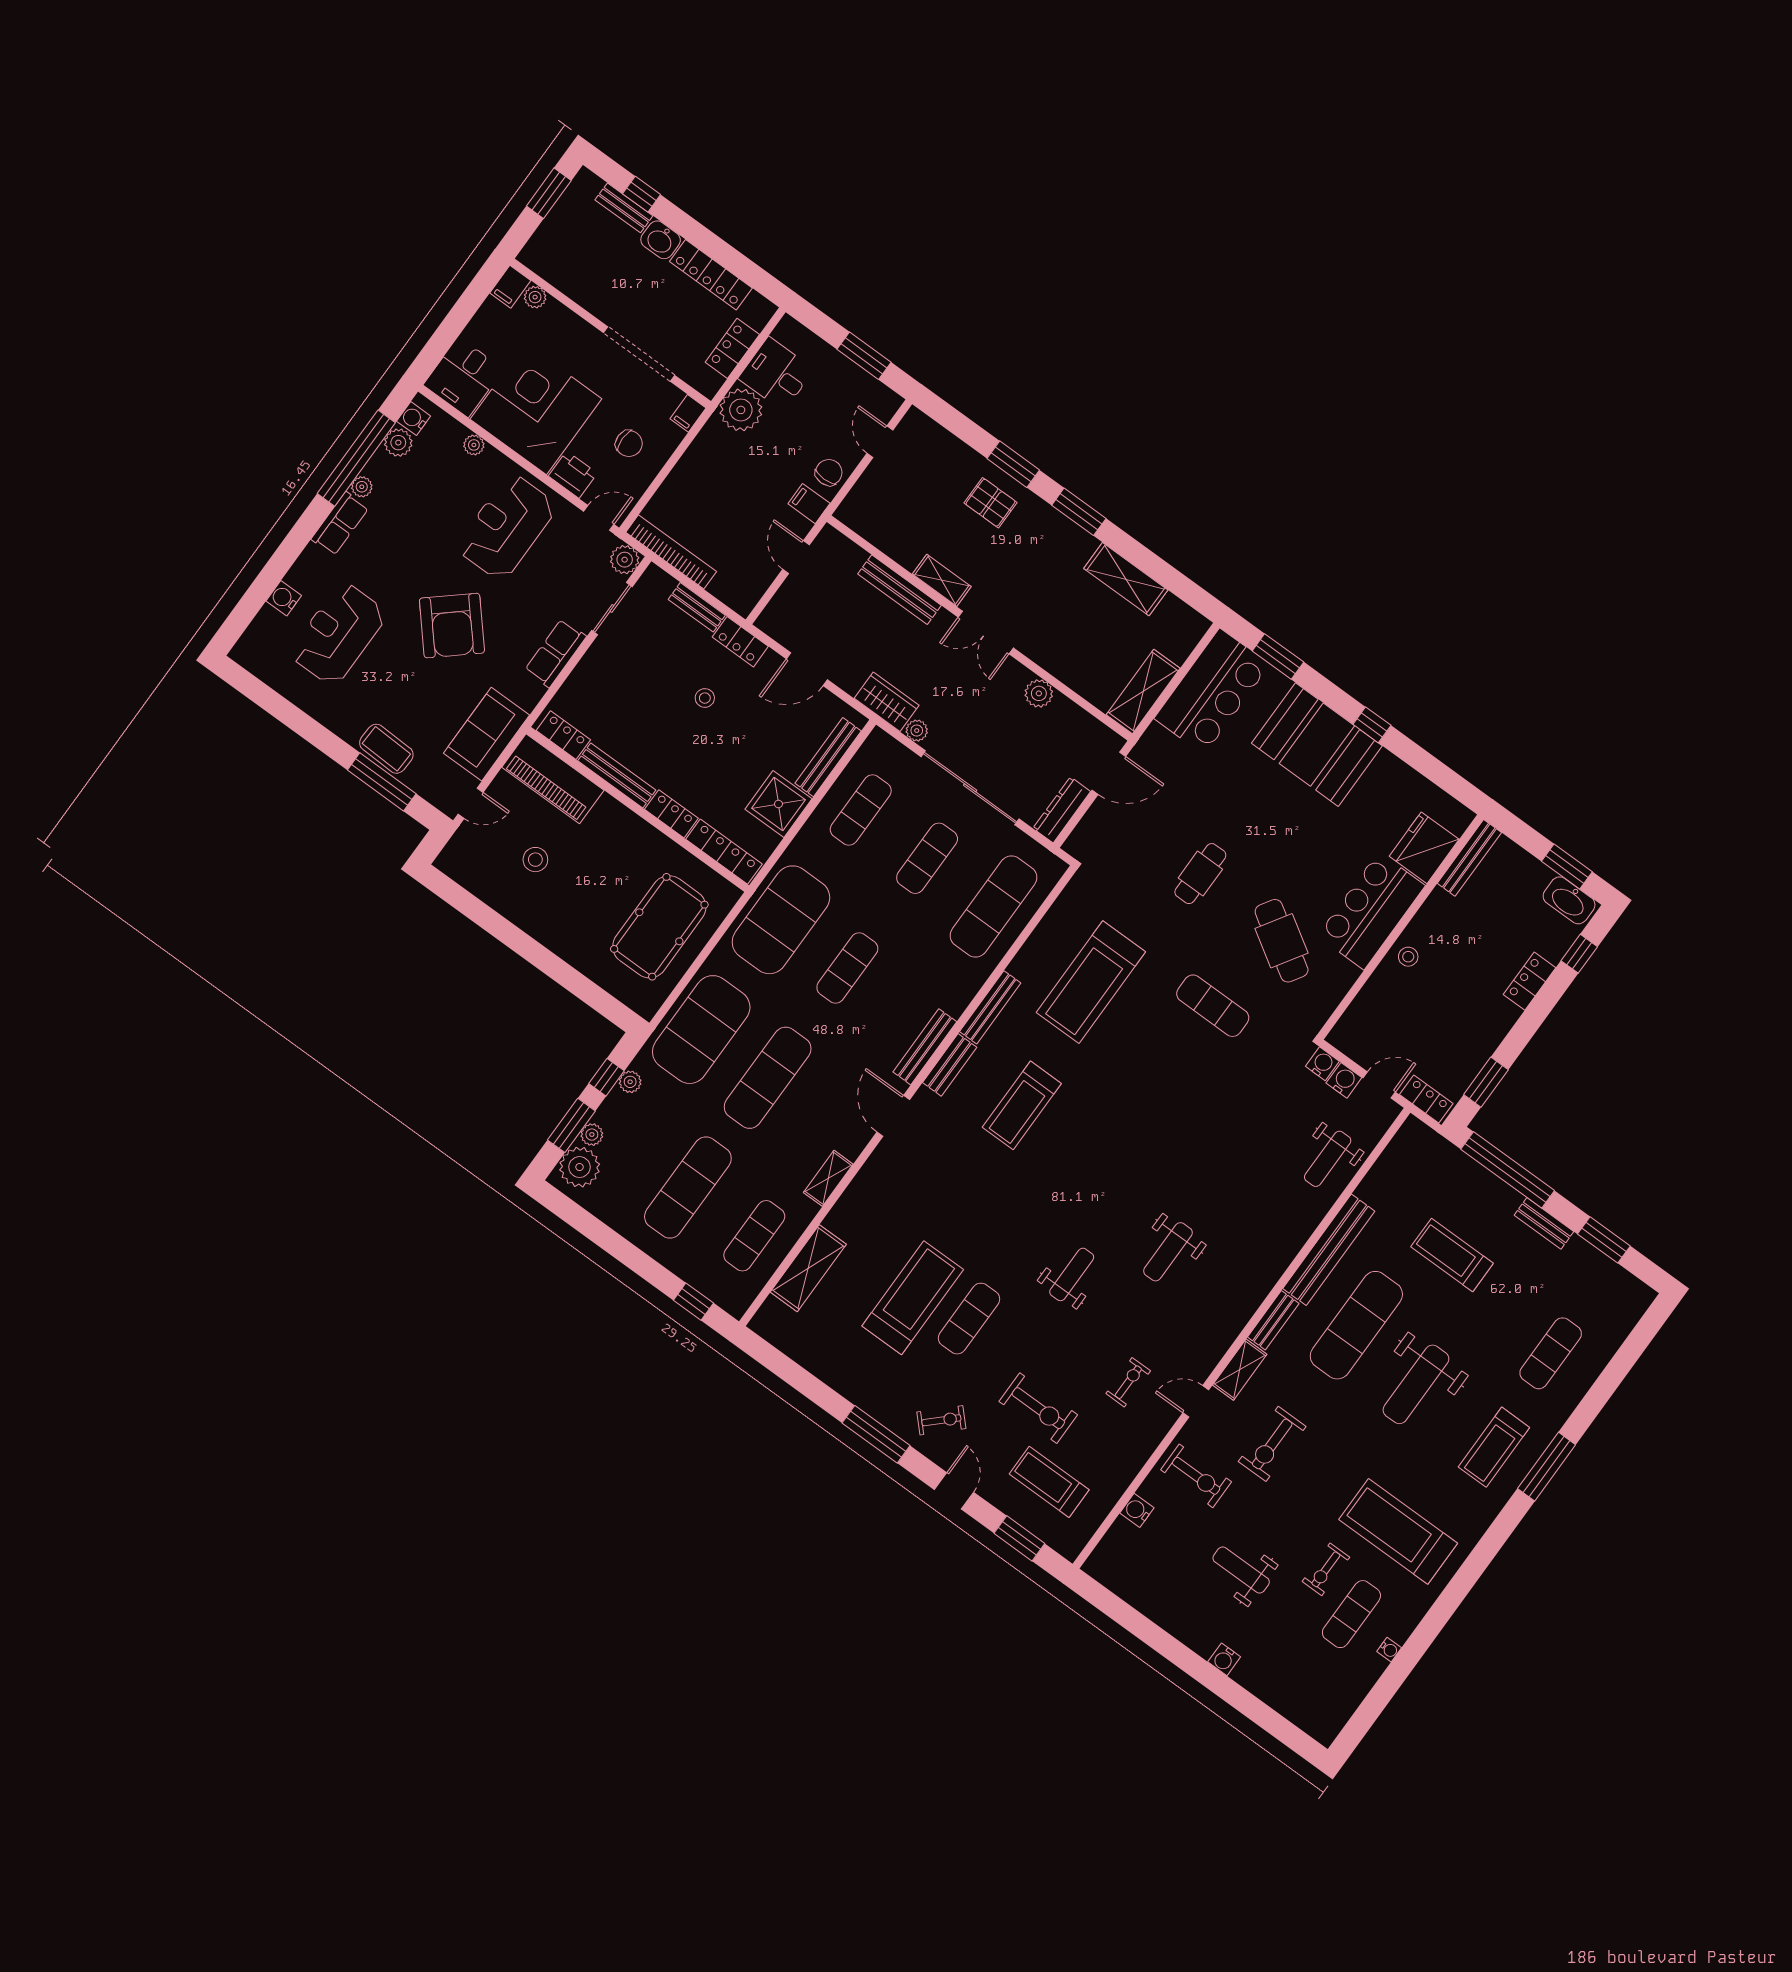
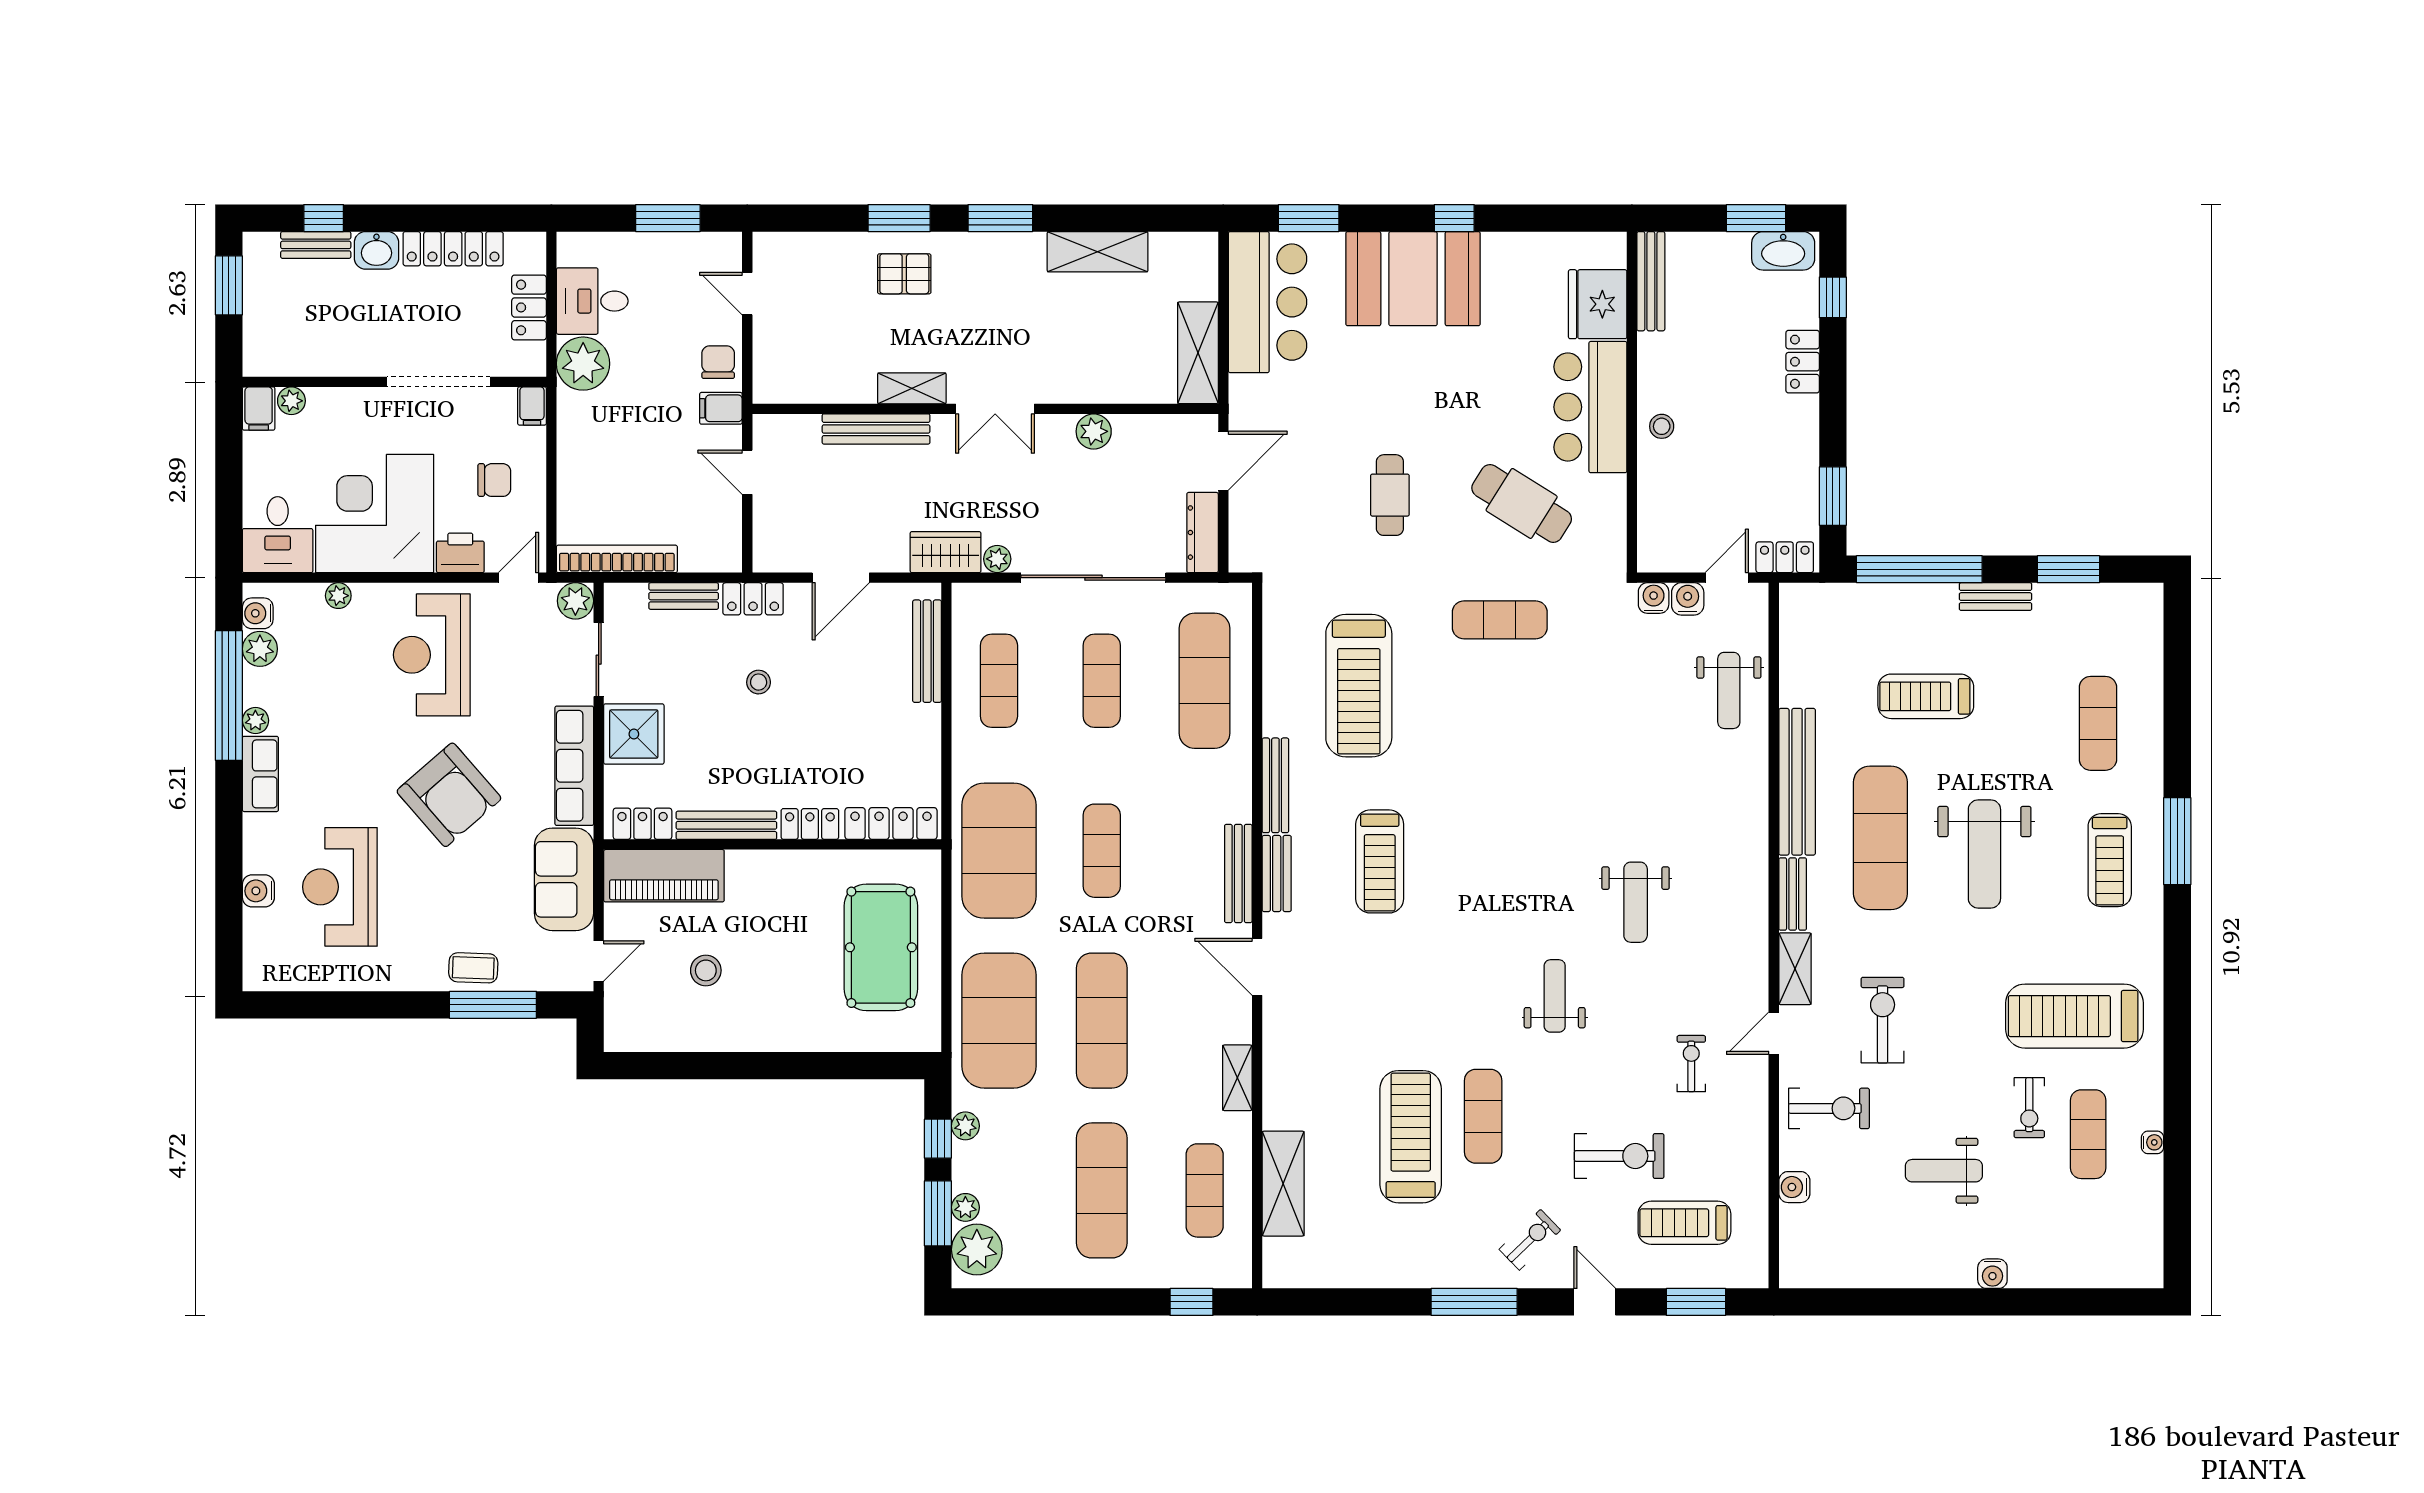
row of seats: (556, 653) -> (574, 766), width x1.48
coffee table: (386, 749) -> (473, 968), width x0.73, depth x0.77
shower: (778, 804) -> (634, 734), moved
exercise bike: (1272, 1444) -> (1883, 1020), turned 180

